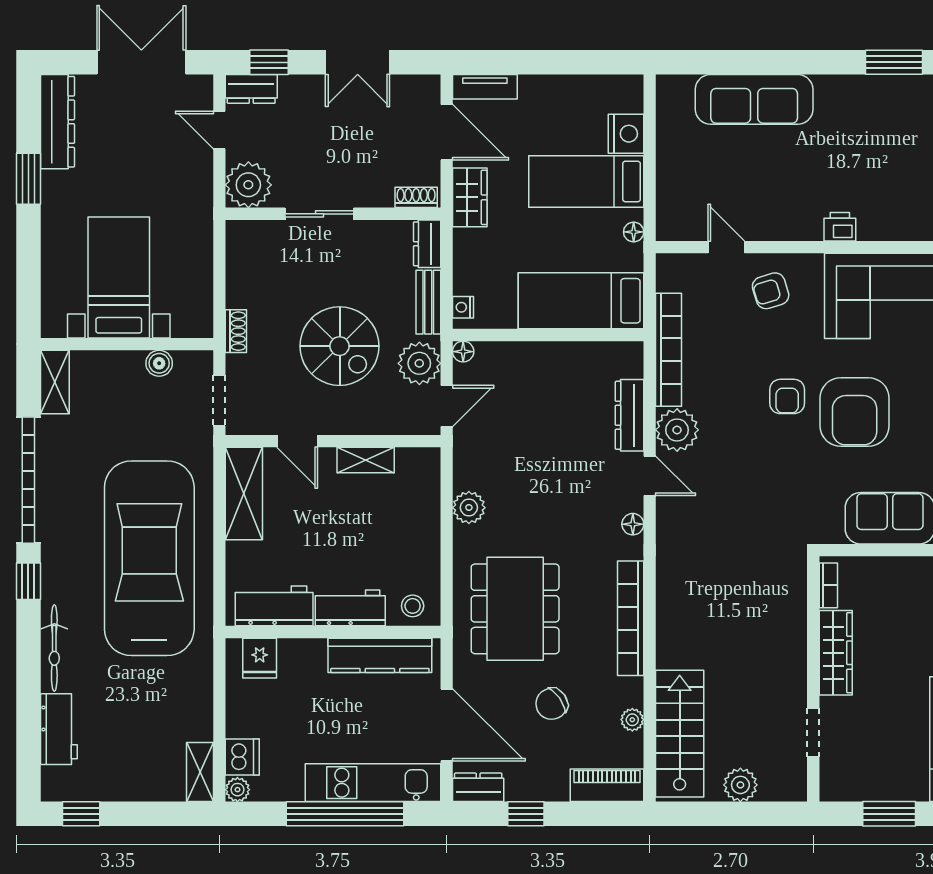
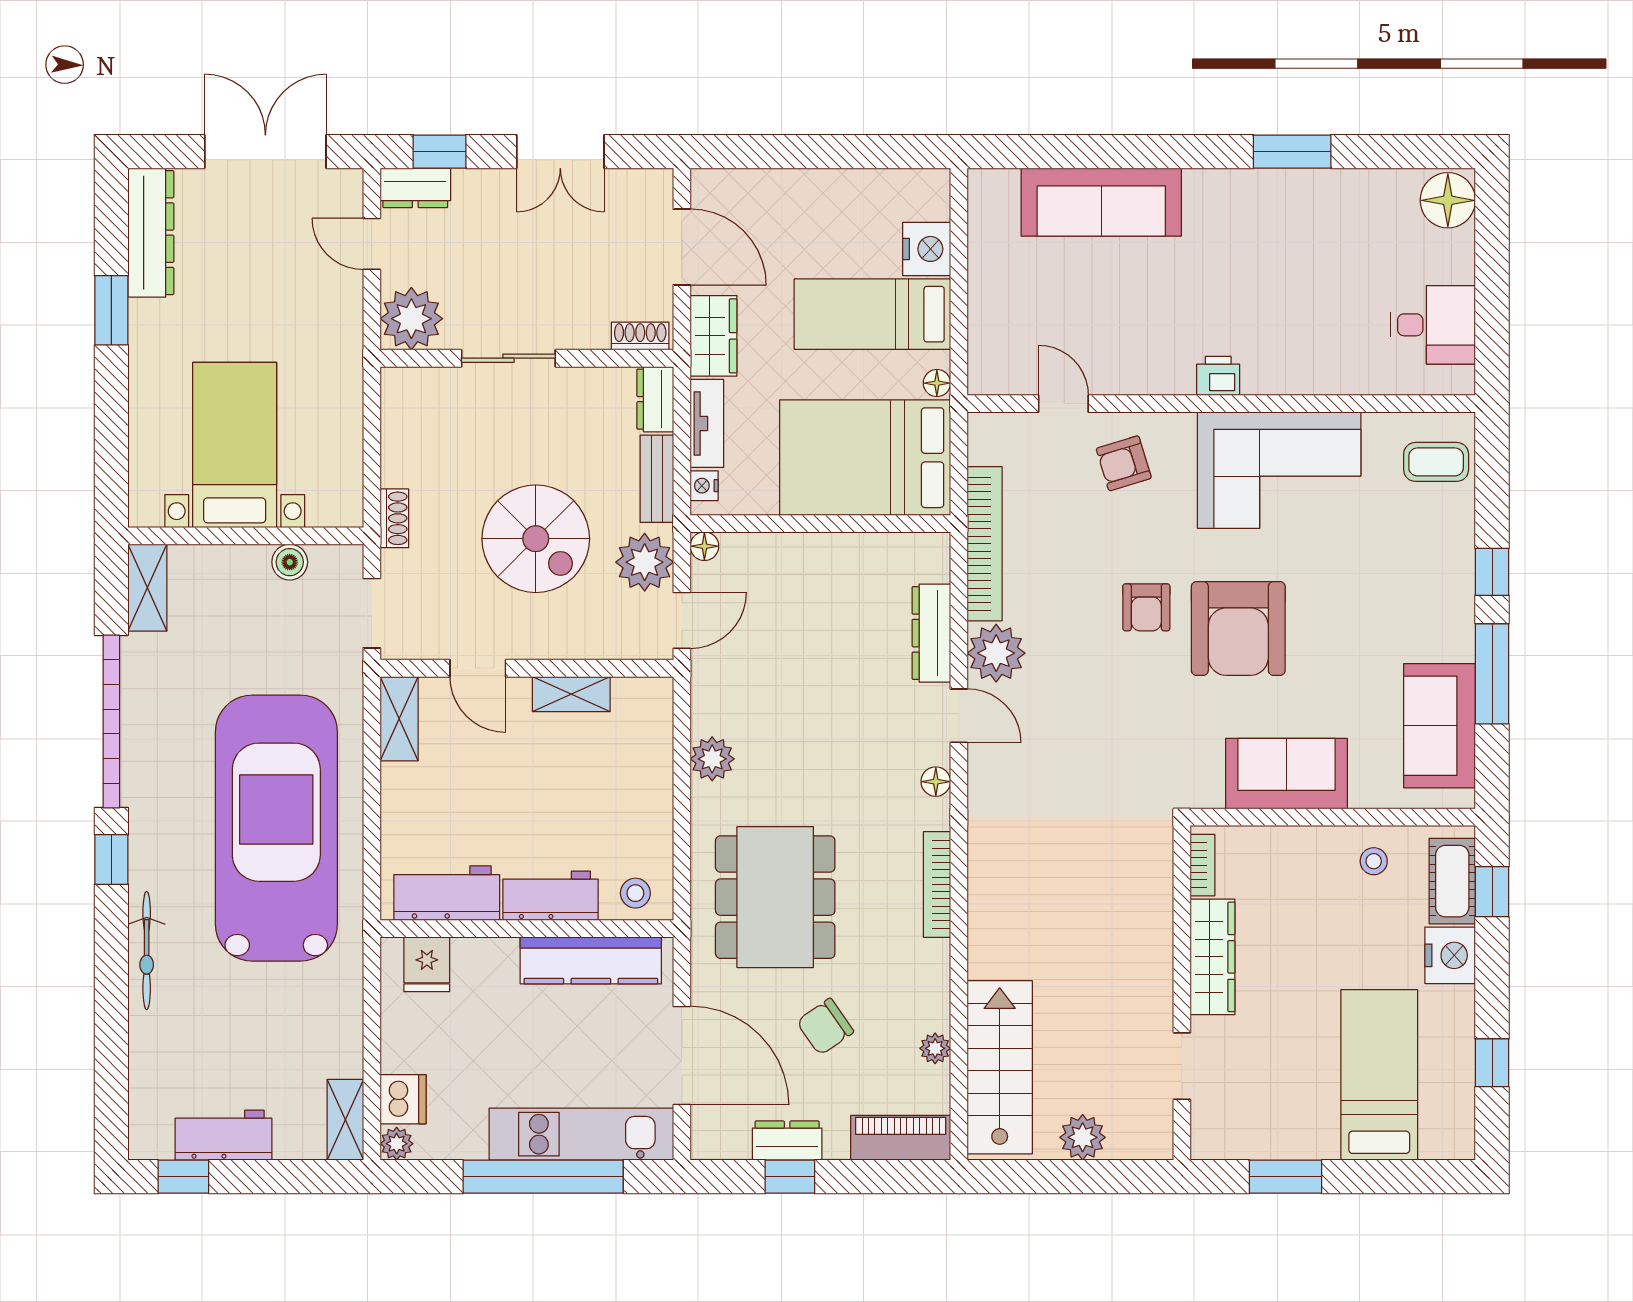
tv unit: (485, 87) -> (707, 423), moved, turned -90
bed: (581, 301) -> (865, 458), width x1.50
shelving: (244, 494) -> (399, 719), width x0.67, depth x0.75
bookcase: (631, 618) -> (937, 884), width x0.68, depth x0.76
workbench: (59, 729) -> (223, 1135), moved, turned -90
dresser: (478, 787) -> (787, 1141), moved

